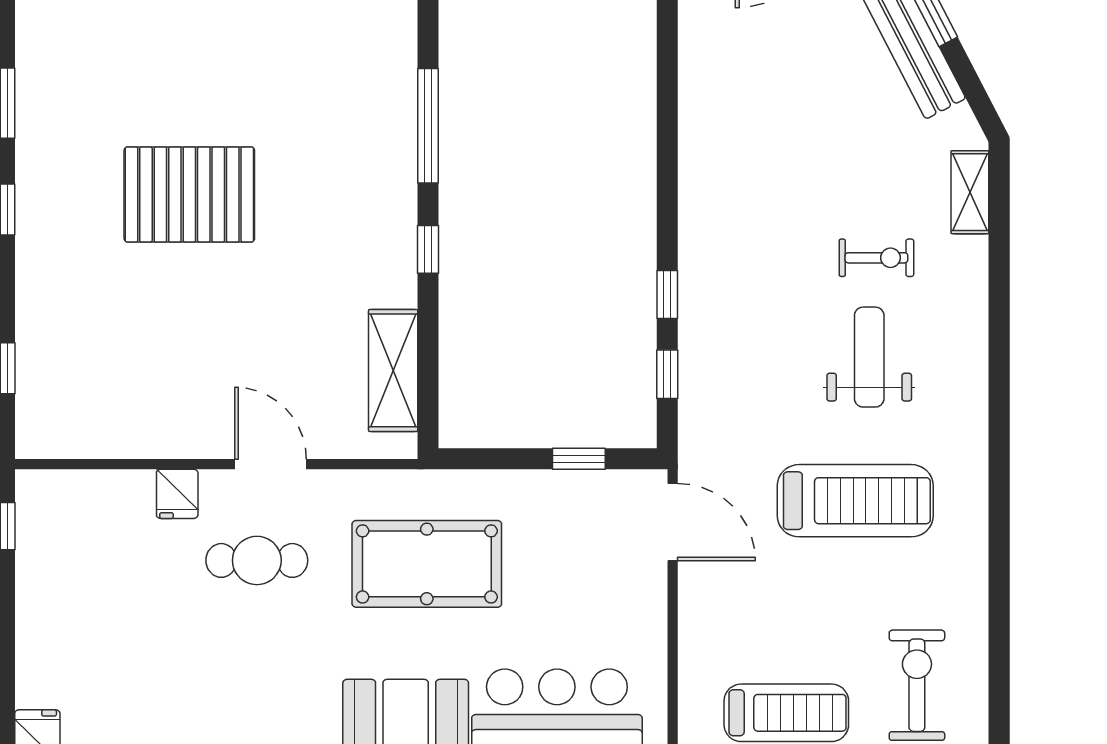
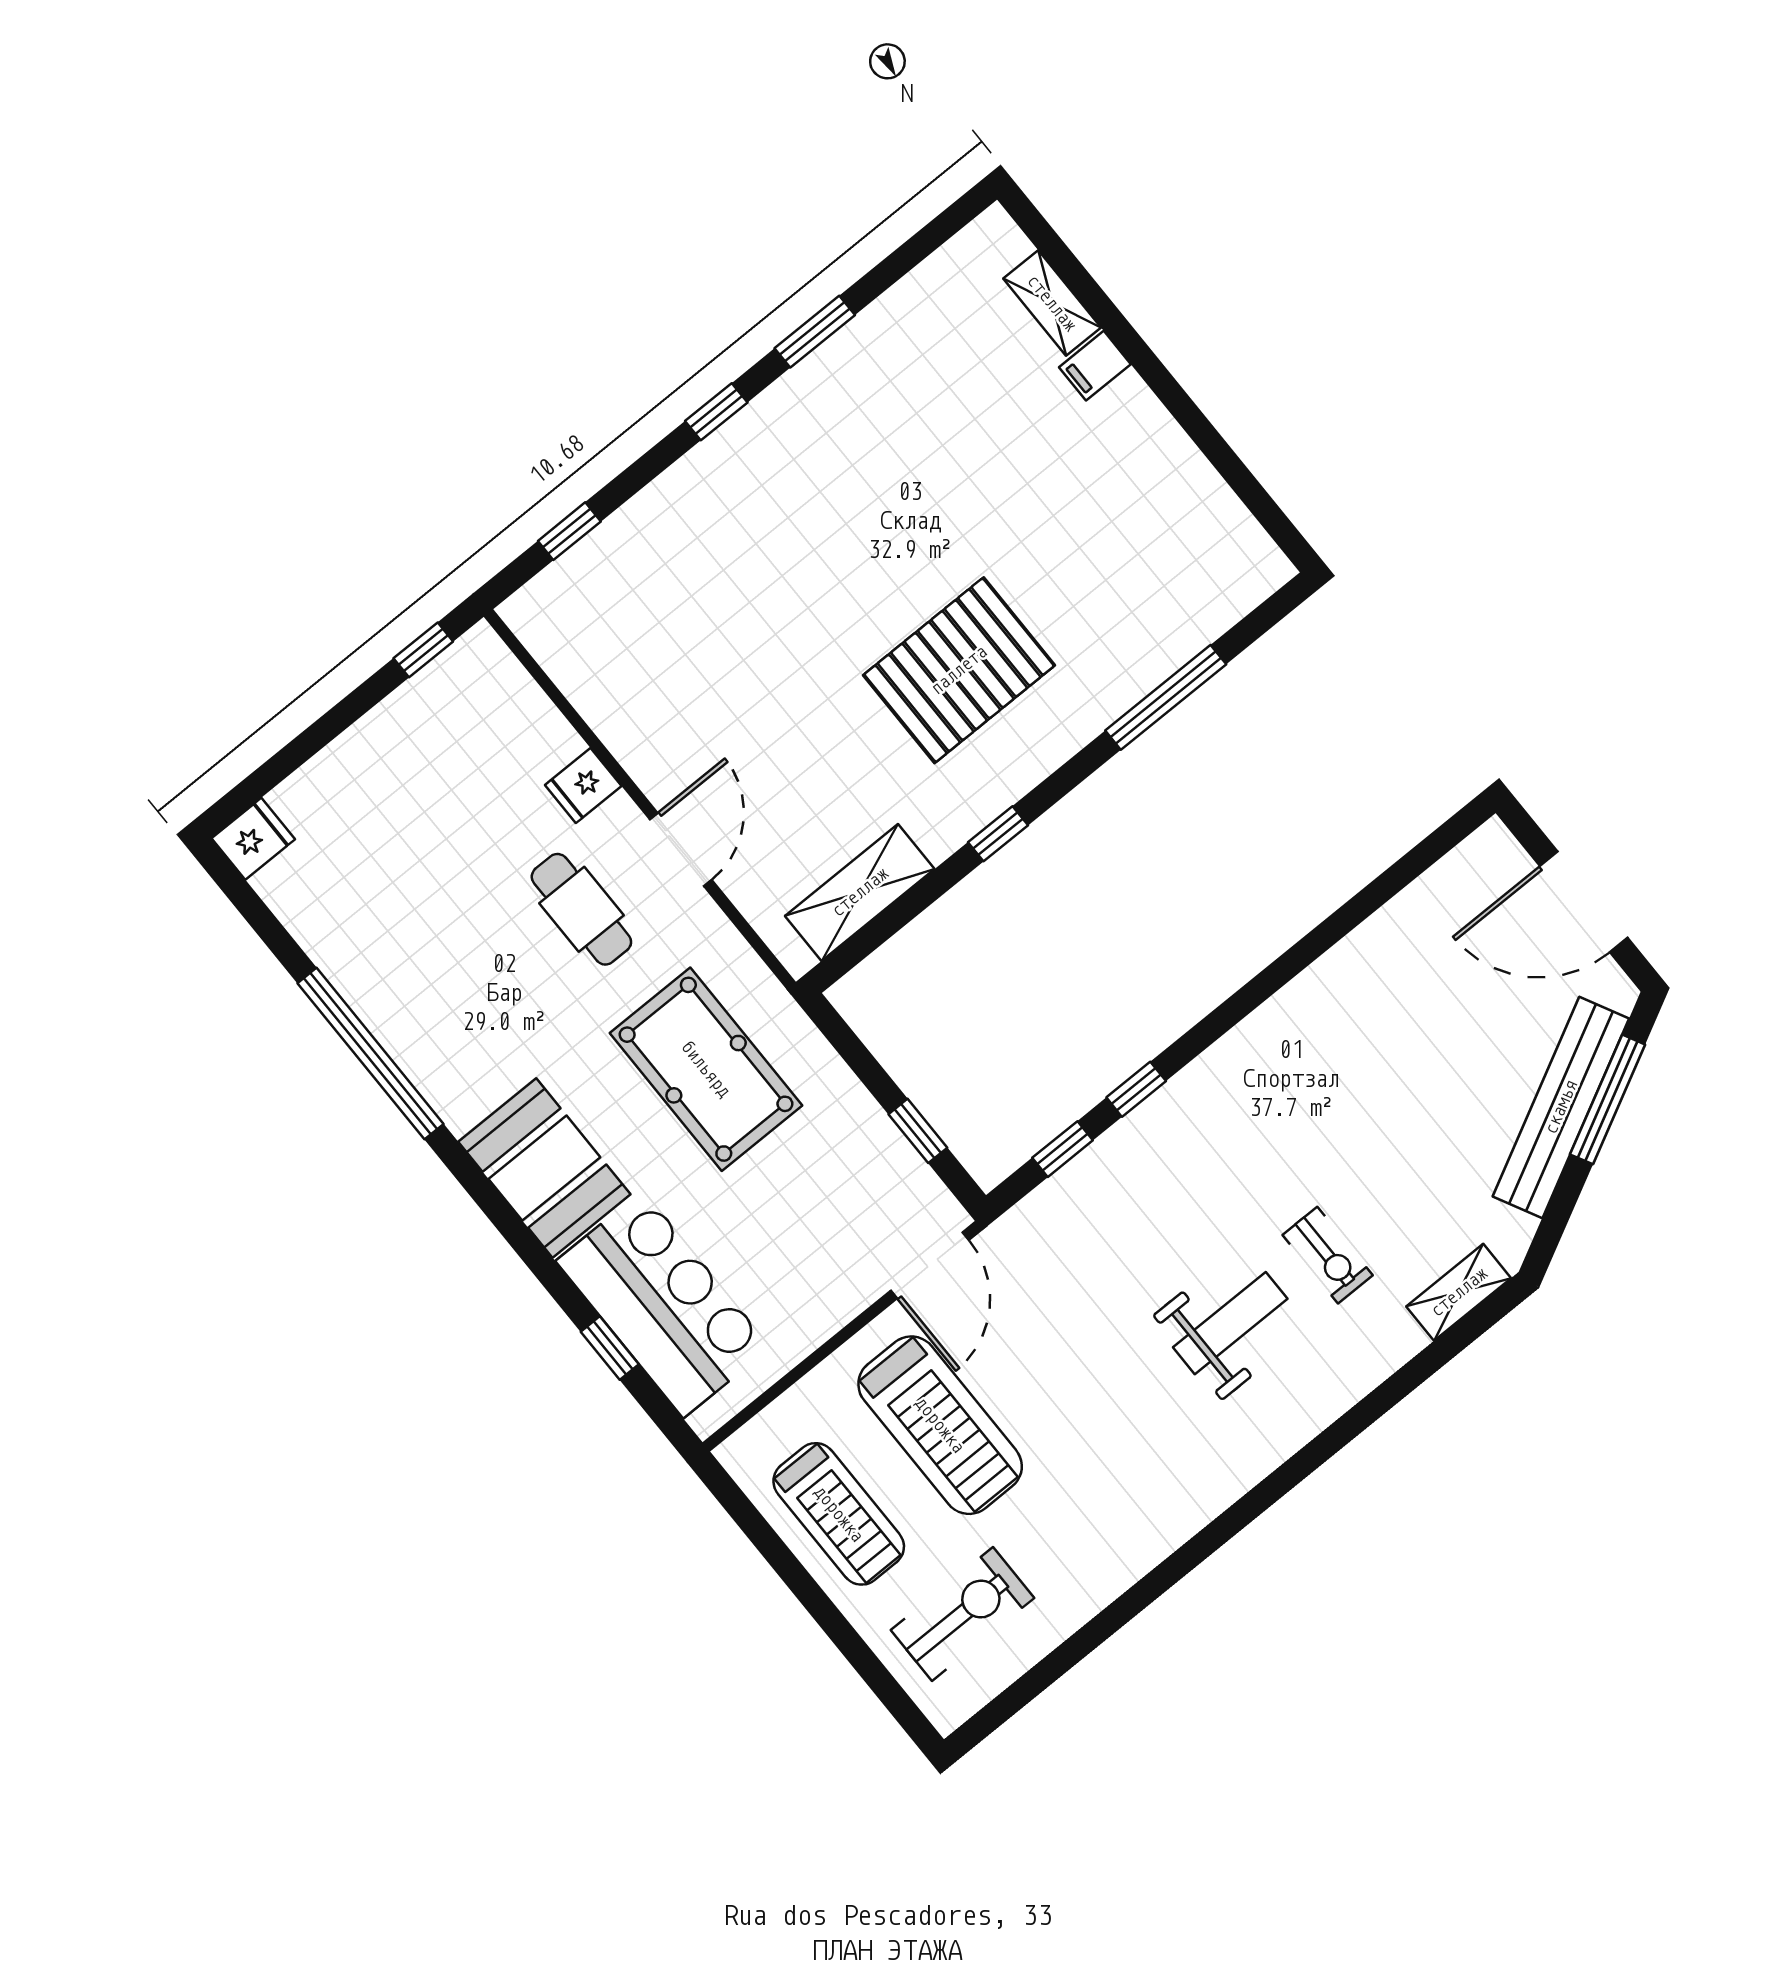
window: (428, 126) -> (1166, 697), moved
pallet: (189, 194) -> (959, 670), moved, turned 90
treadmill: (855, 501) -> (940, 1425), moved

